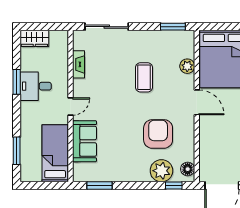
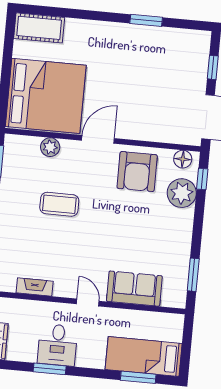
armchair: (158, 134) -> (137, 172), moved, turned -90
bed: (55, 153) -> (144, 356), moved

